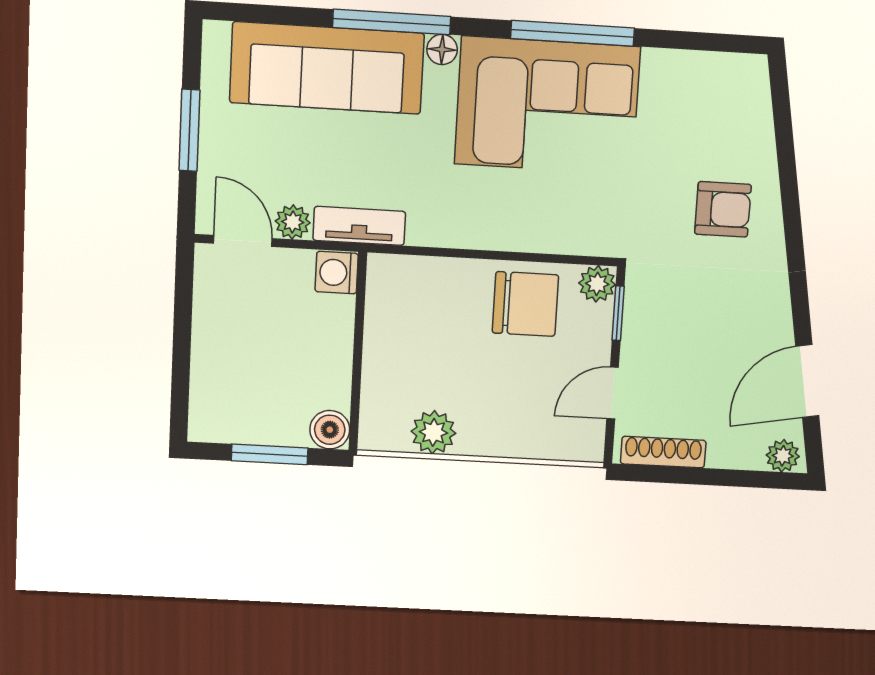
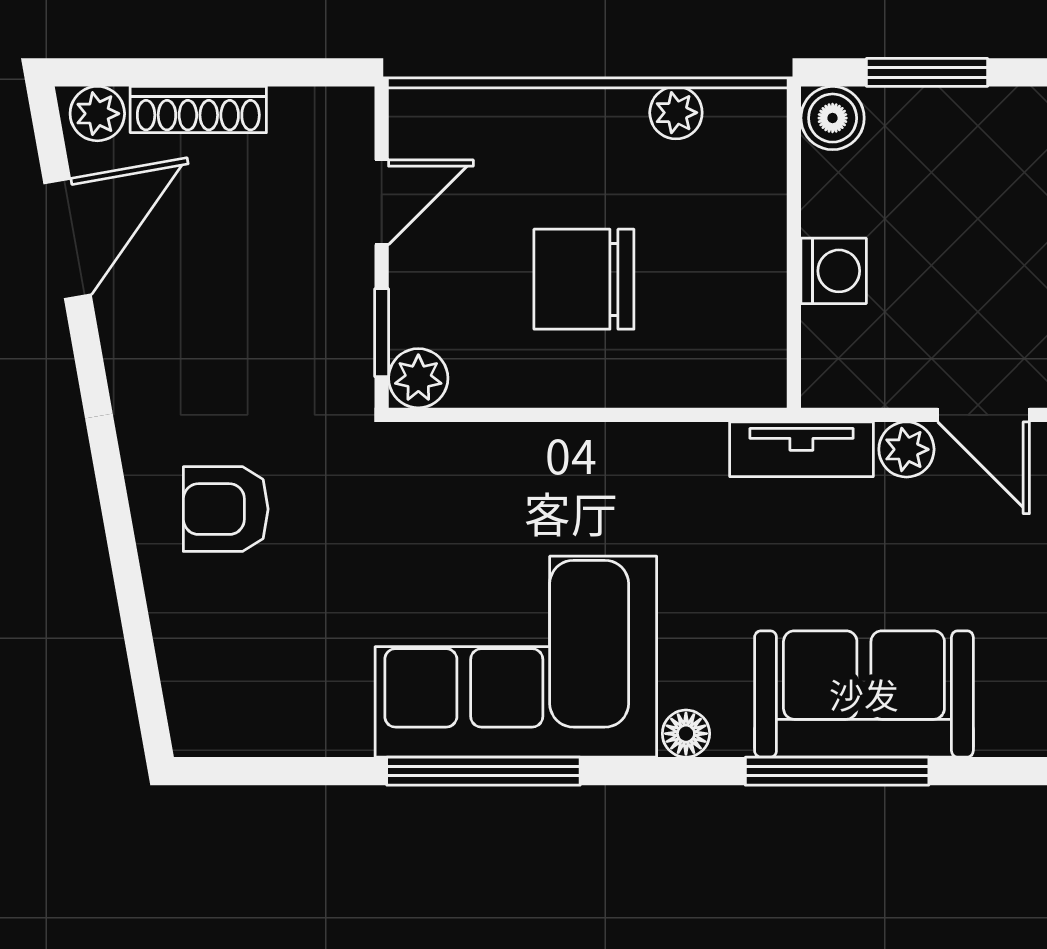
window: (392, 22) -> (837, 771), moved
sofa: (327, 68) -> (864, 694), width x0.73
washing machine: (337, 273) -> (834, 271), moved
chair: (525, 304) -> (584, 279), moved
plant: (433, 432) -> (676, 113), width x0.73, depth x0.73
shoe rack: (663, 452) -> (198, 110), moved

